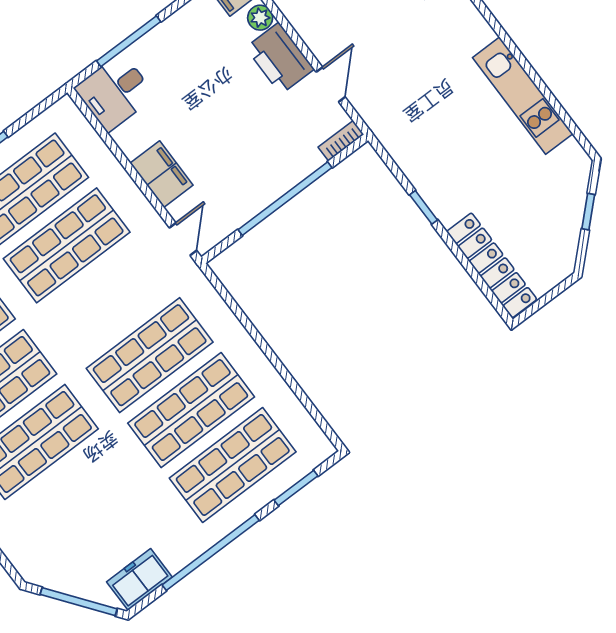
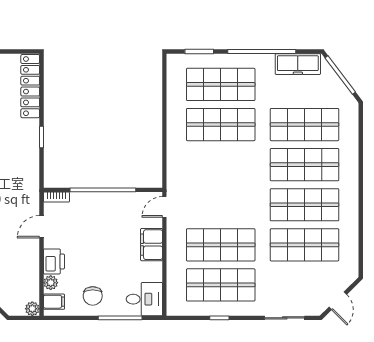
chair: (189, 43) -> (93, 296), added
printer: (280, 58) -> (54, 261), width x0.73, depth x0.84
shop shelf: (150, 355) -> (304, 125), moved
freezer: (139, 579) -> (298, 64), width x1.40

